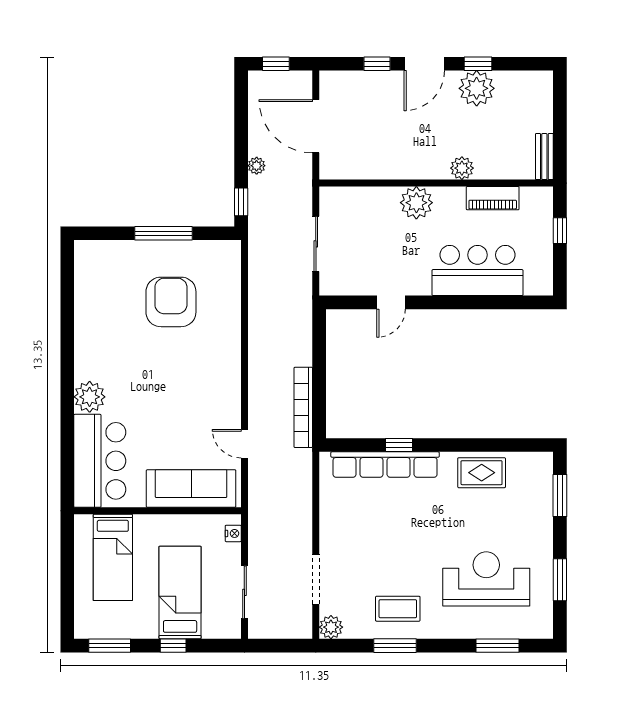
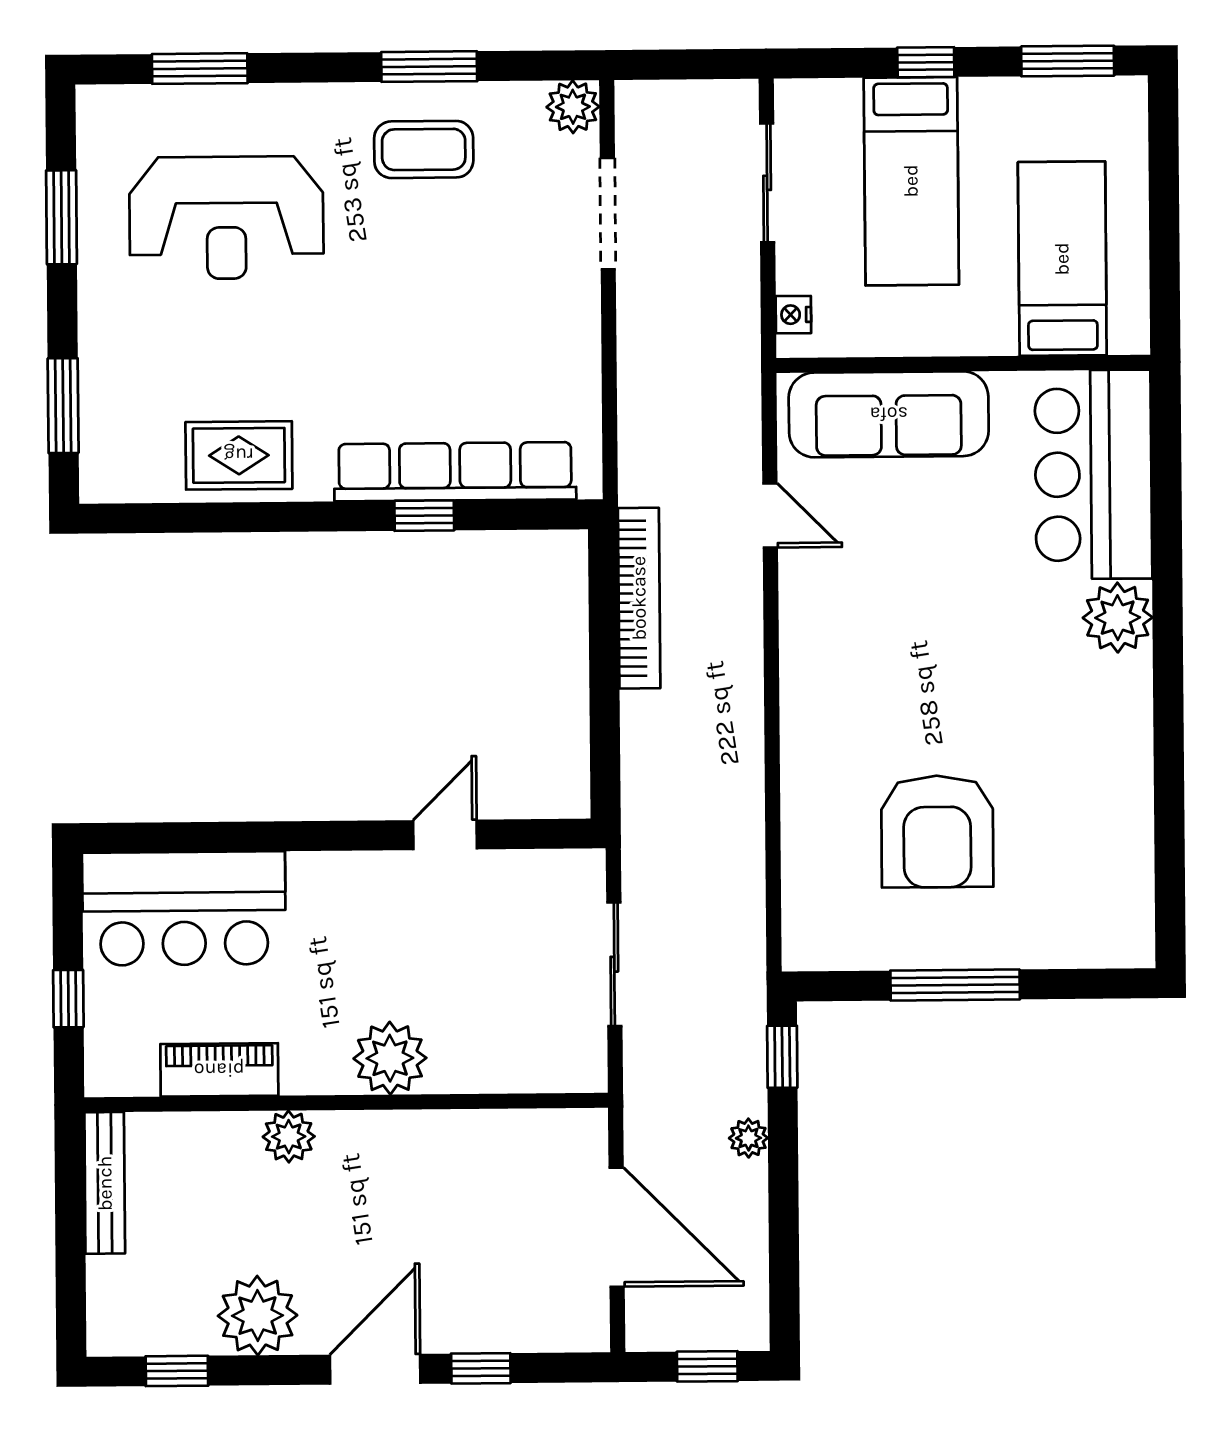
window: (478, 64) -> (177, 1371), moved
bench: (544, 157) -> (105, 1183), width x1.36
bar counter: (478, 270) -> (184, 908), moved

